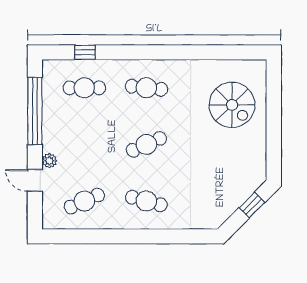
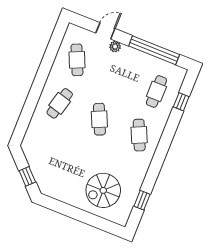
window: (225, 52) -> (142, 200), added
cafe table: (146, 88) -> (139, 135), turned -30

